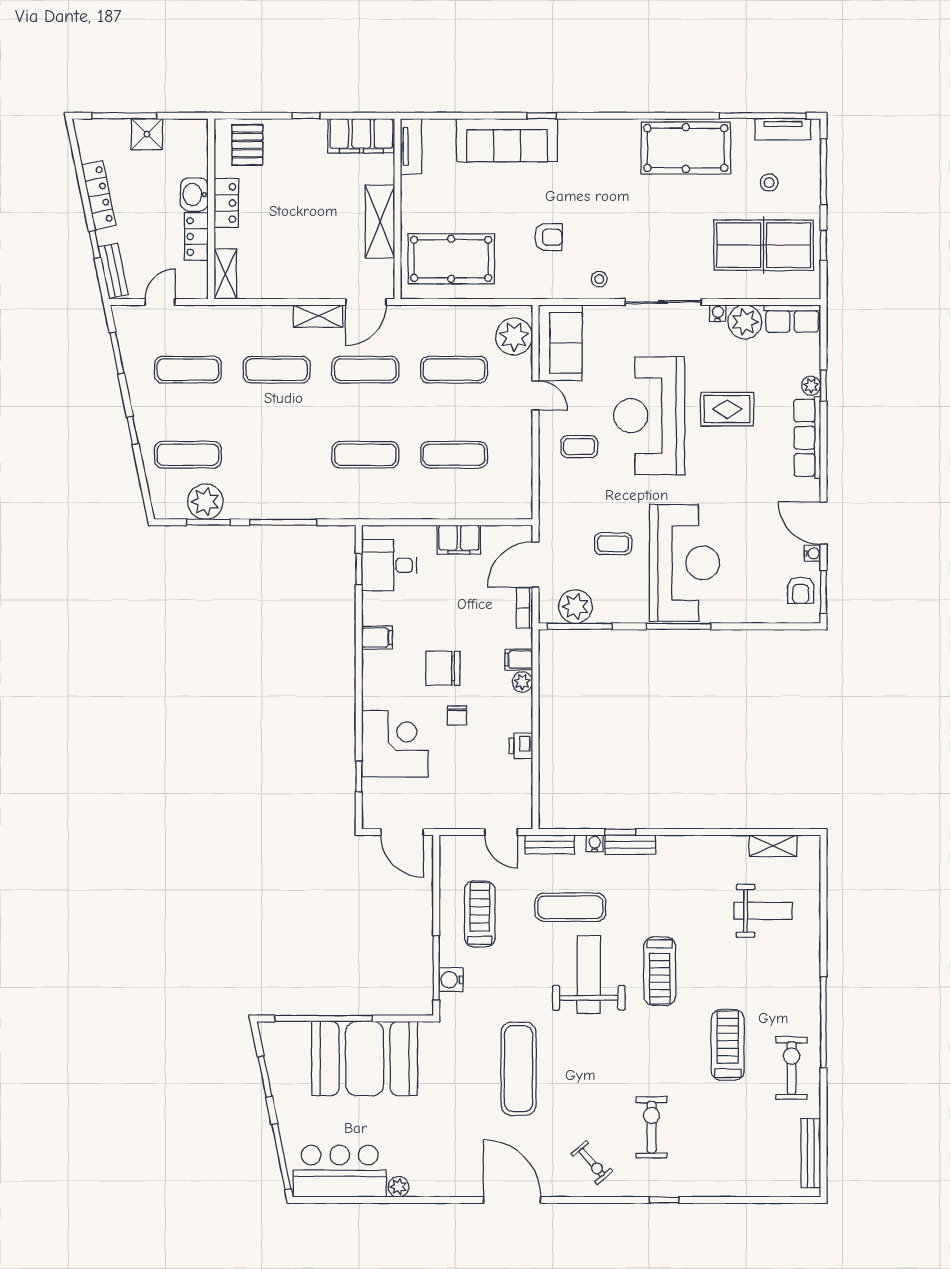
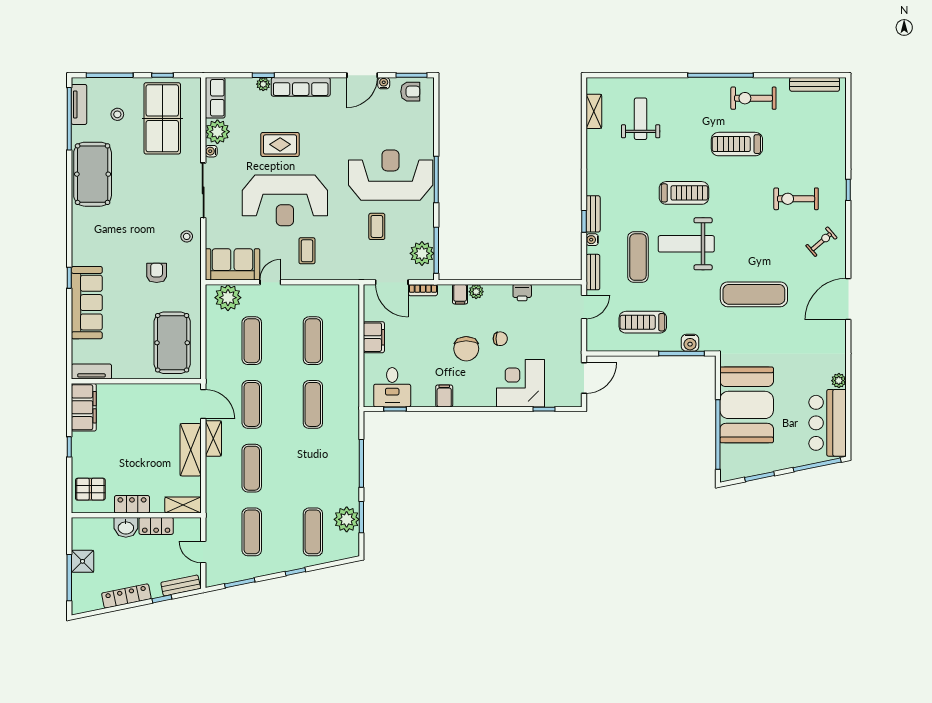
shelving: (380, 222) -> (191, 450), moved, turned 90
rug: (727, 409) -> (280, 144), turned 90

